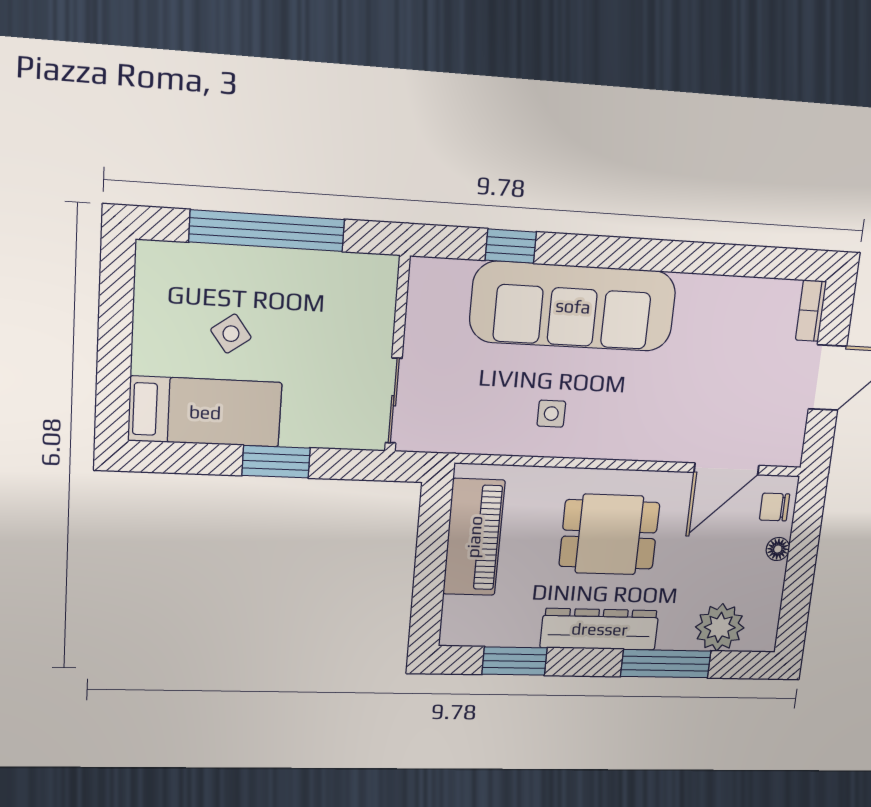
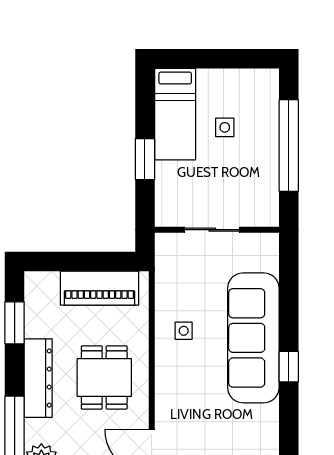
window: (511, 246) -> (289, 367), moved
side table: (231, 334) -> (225, 127), turned 36
sliding door: (394, 401) -> (212, 230), moved

